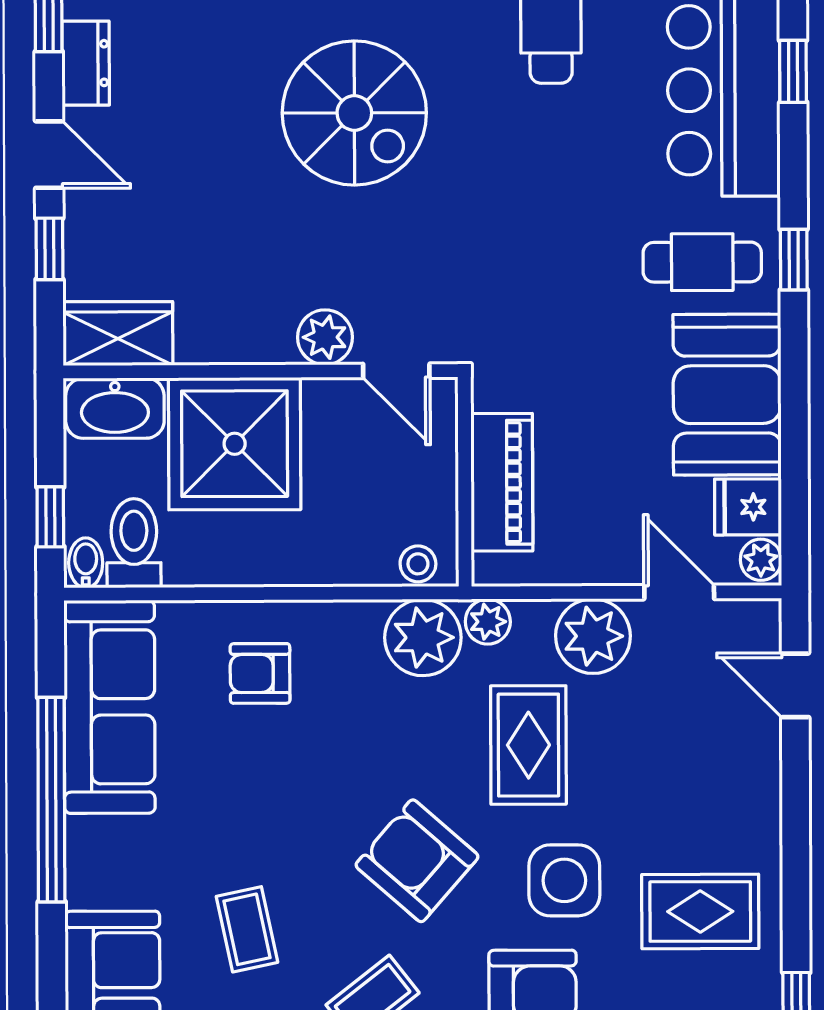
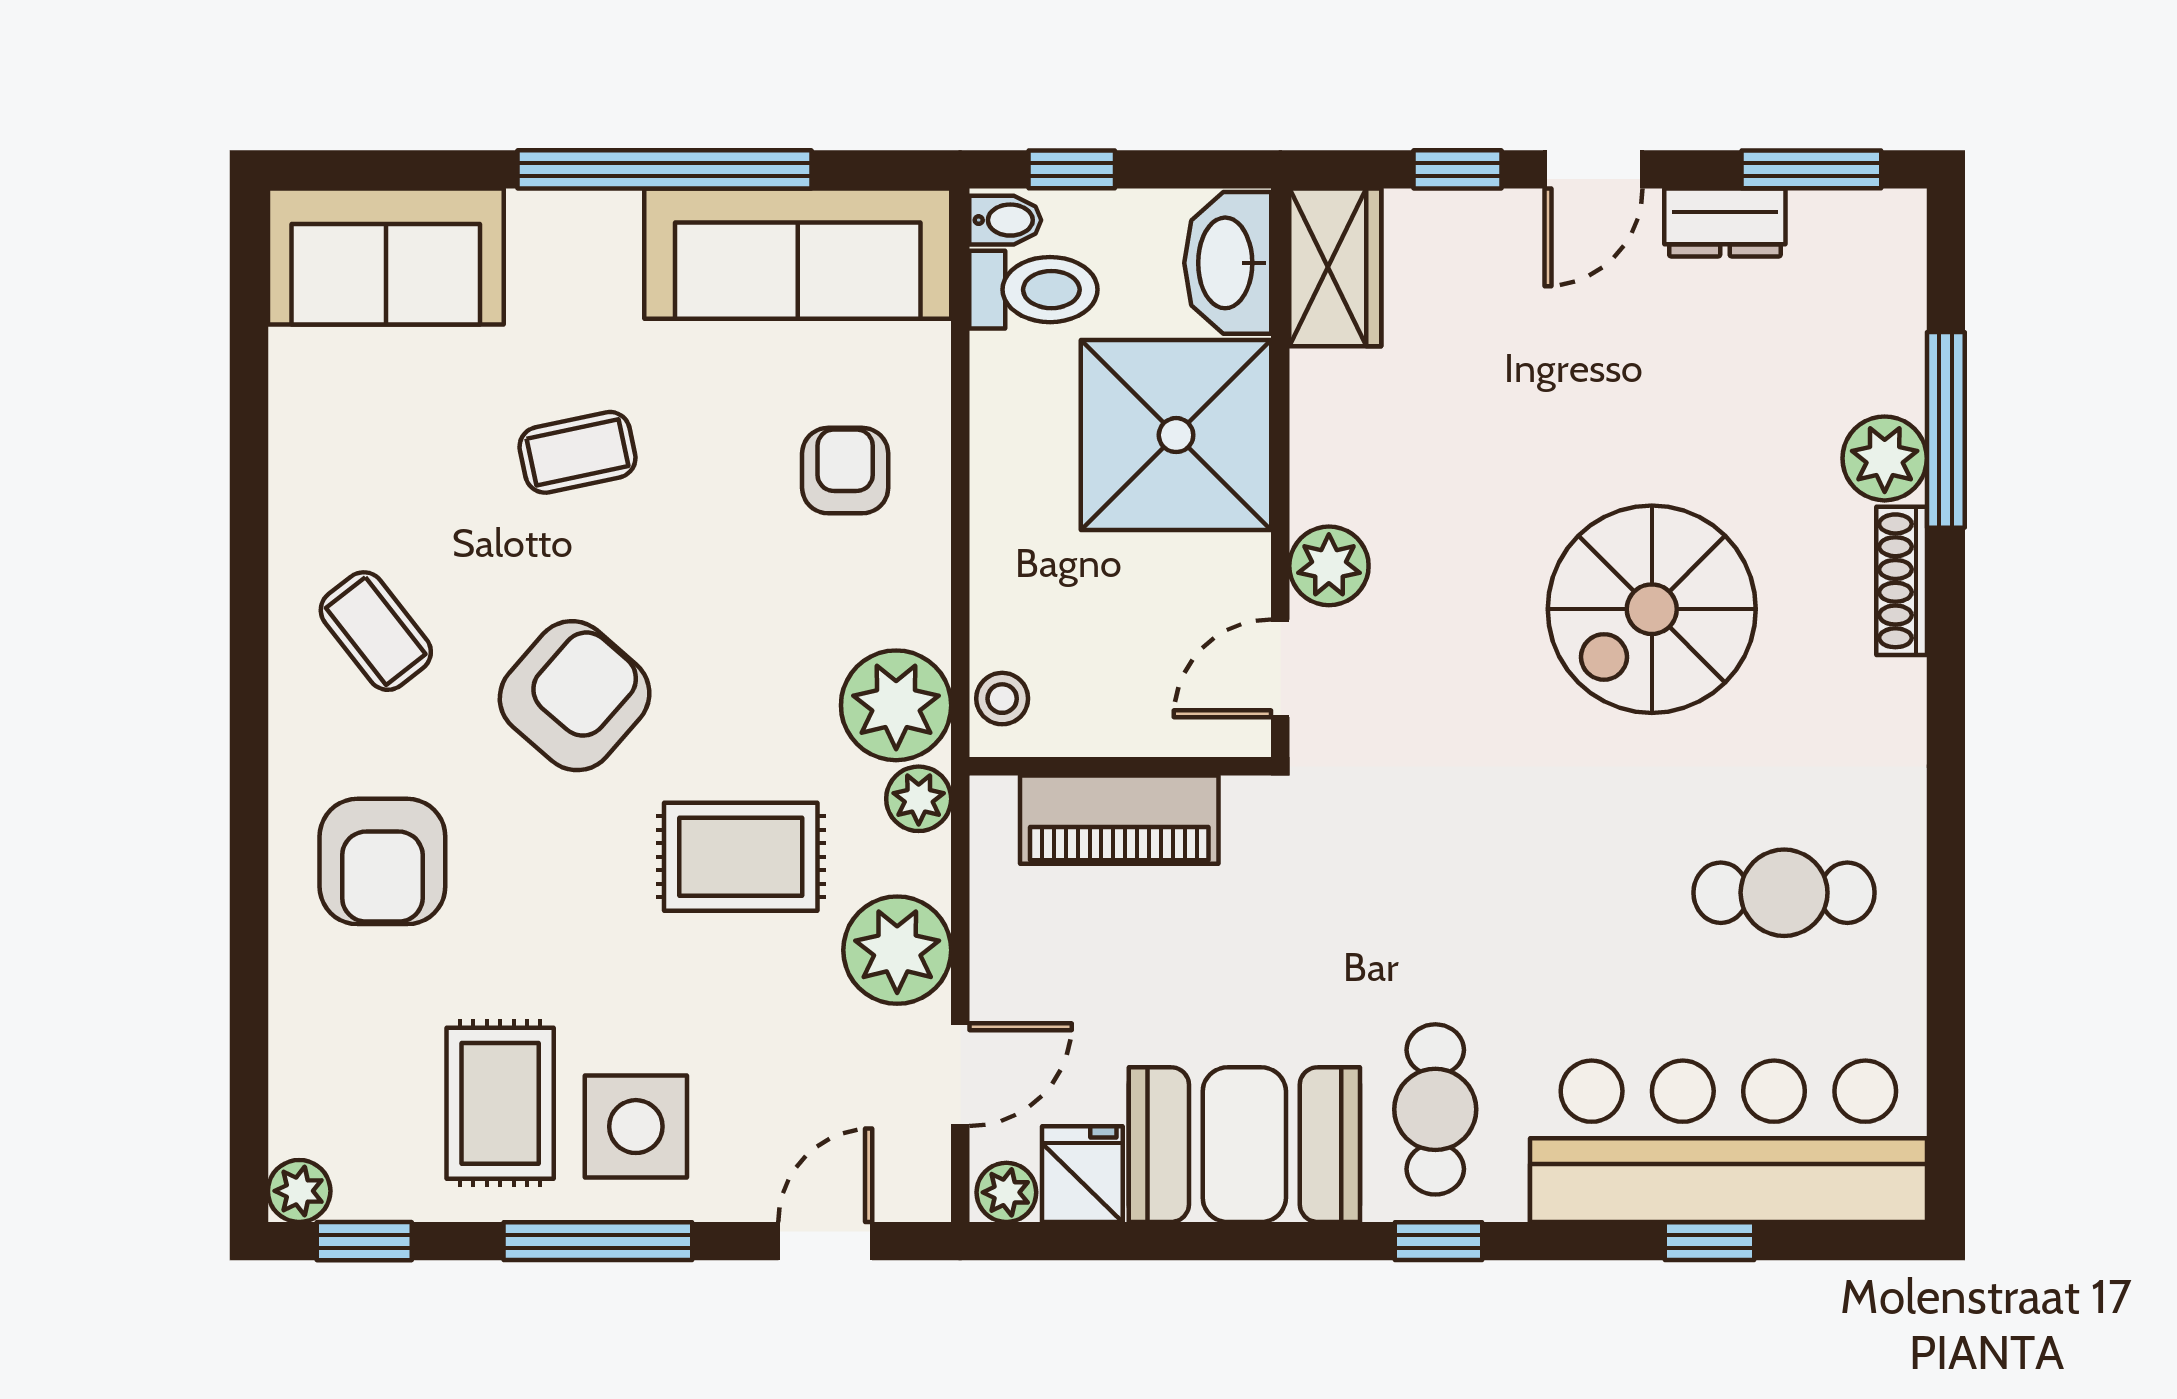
window: (796, 843) -> (598, 1241), added
side table: (564, 880) -> (636, 1127), moved
coffee table: (247, 929) -> (578, 452), moved

